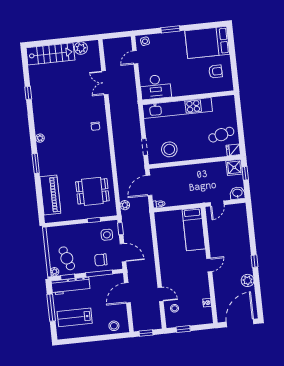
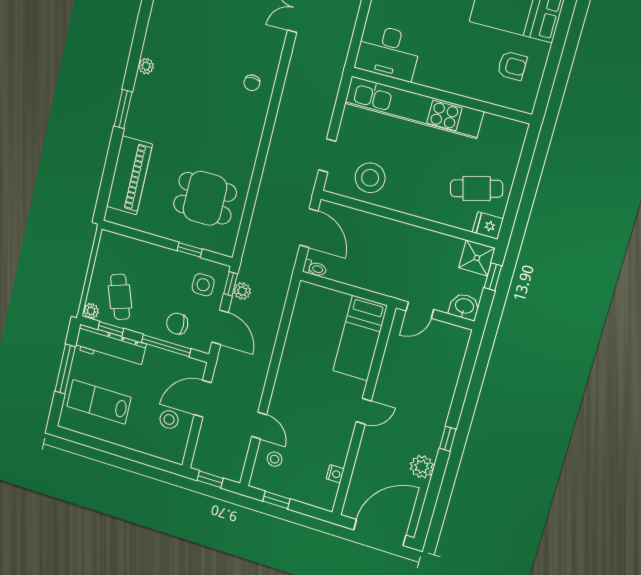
door: (149, 185) -> (309, 228), swing flipped
plant: (125, 205) -> (242, 291), moved
stool: (114, 326) -> (169, 419), moved

